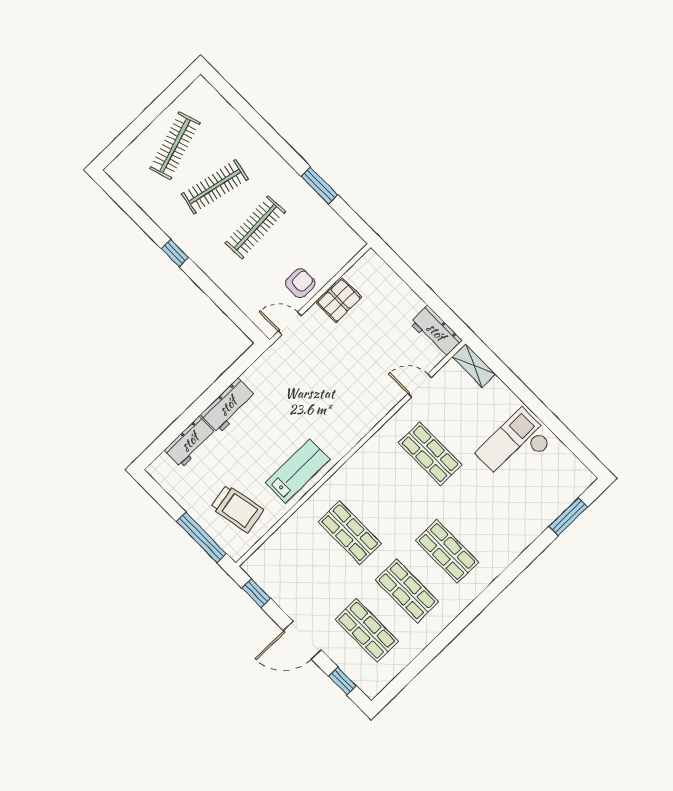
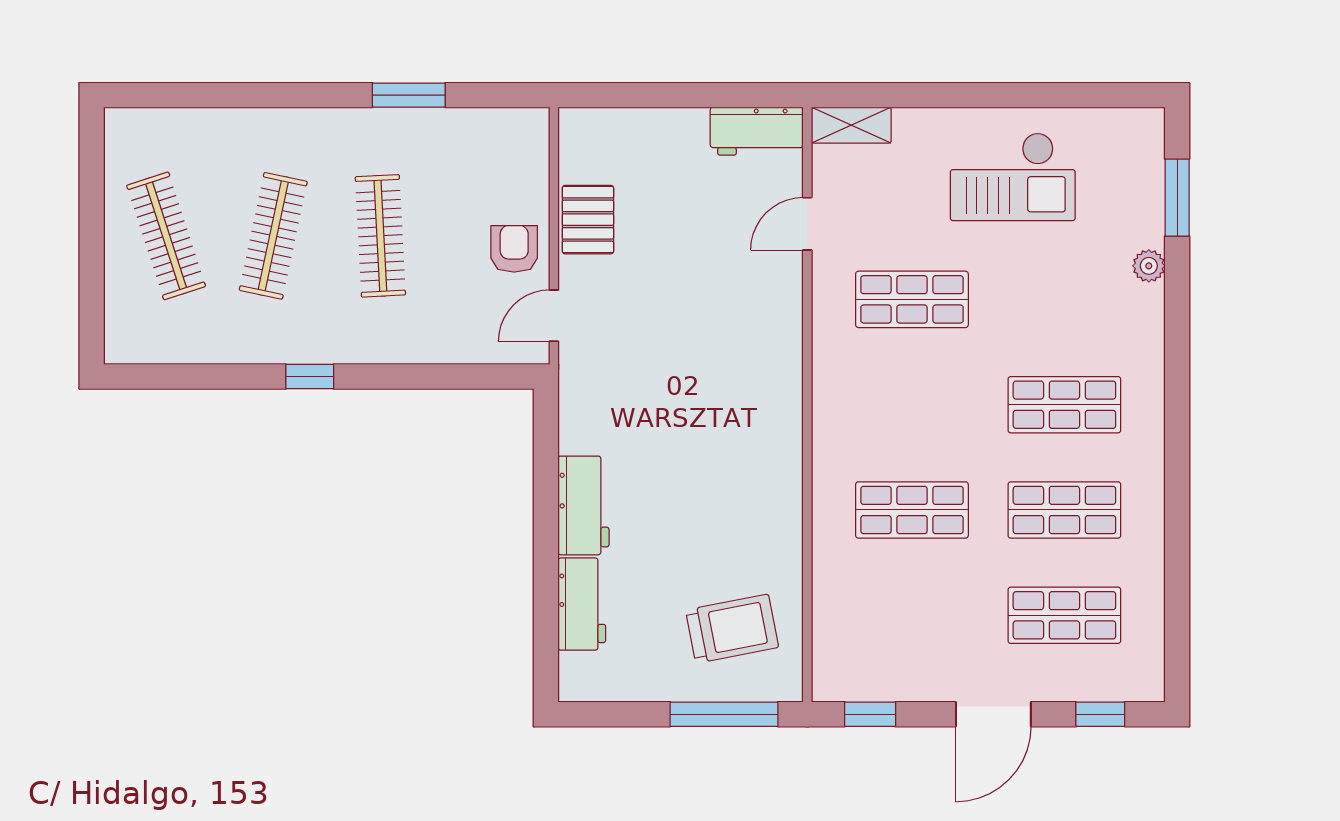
checkout: (515, 446) -> (1013, 177), turned -90
lab bench: (298, 471) -> (761, 499), removed
plant: (532, 532) -> (1149, 266), added

